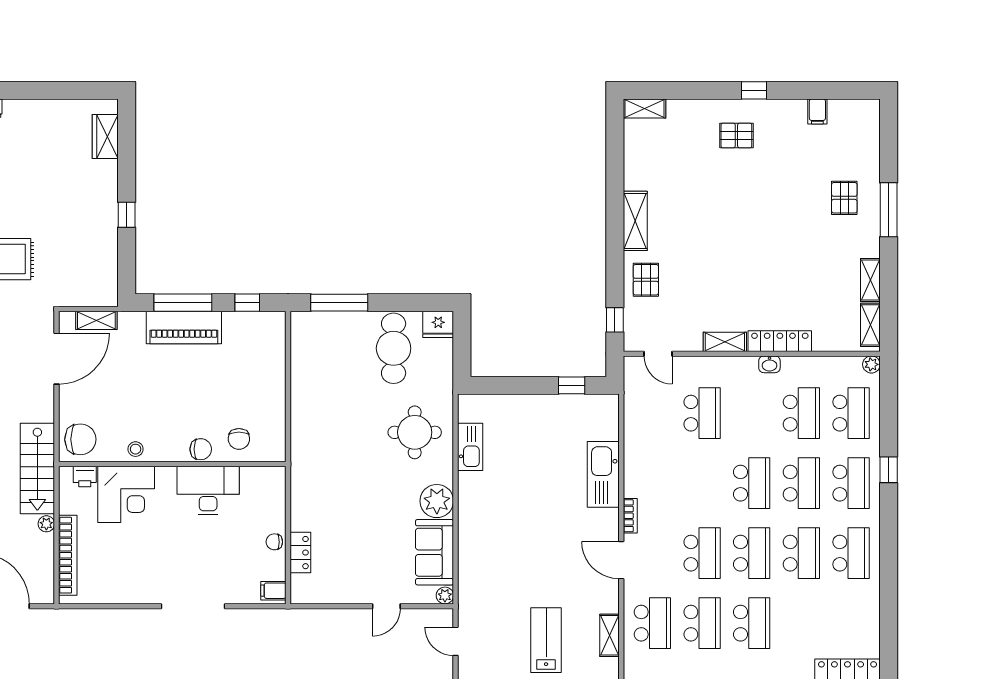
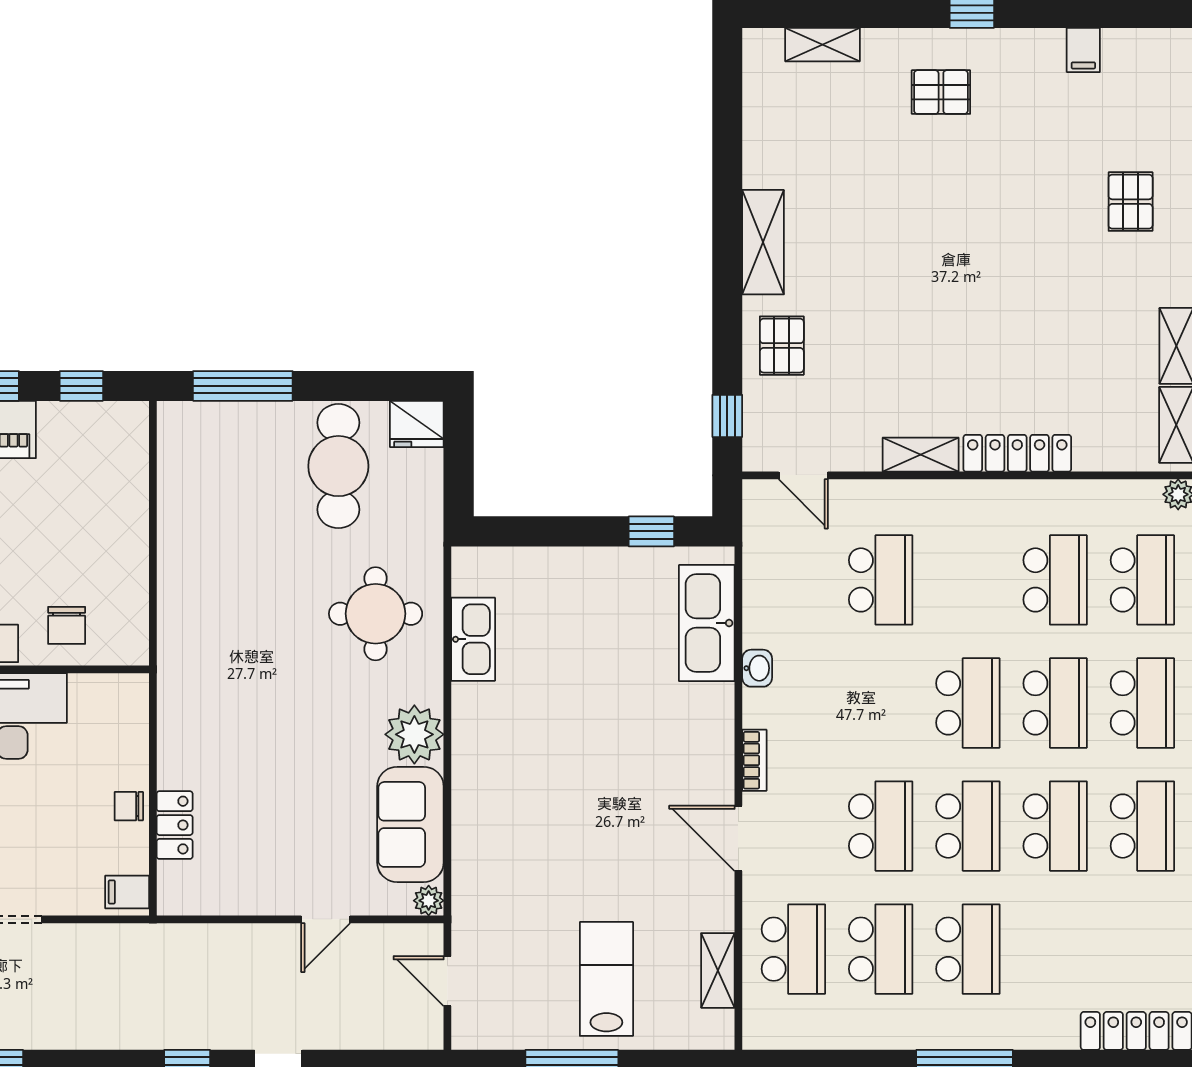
shelving: (645, 109) -> (822, 45), moved
washbasin: (769, 364) -> (757, 668), moved, turned -90
kitchen sink: (603, 474) -> (707, 623), moved

